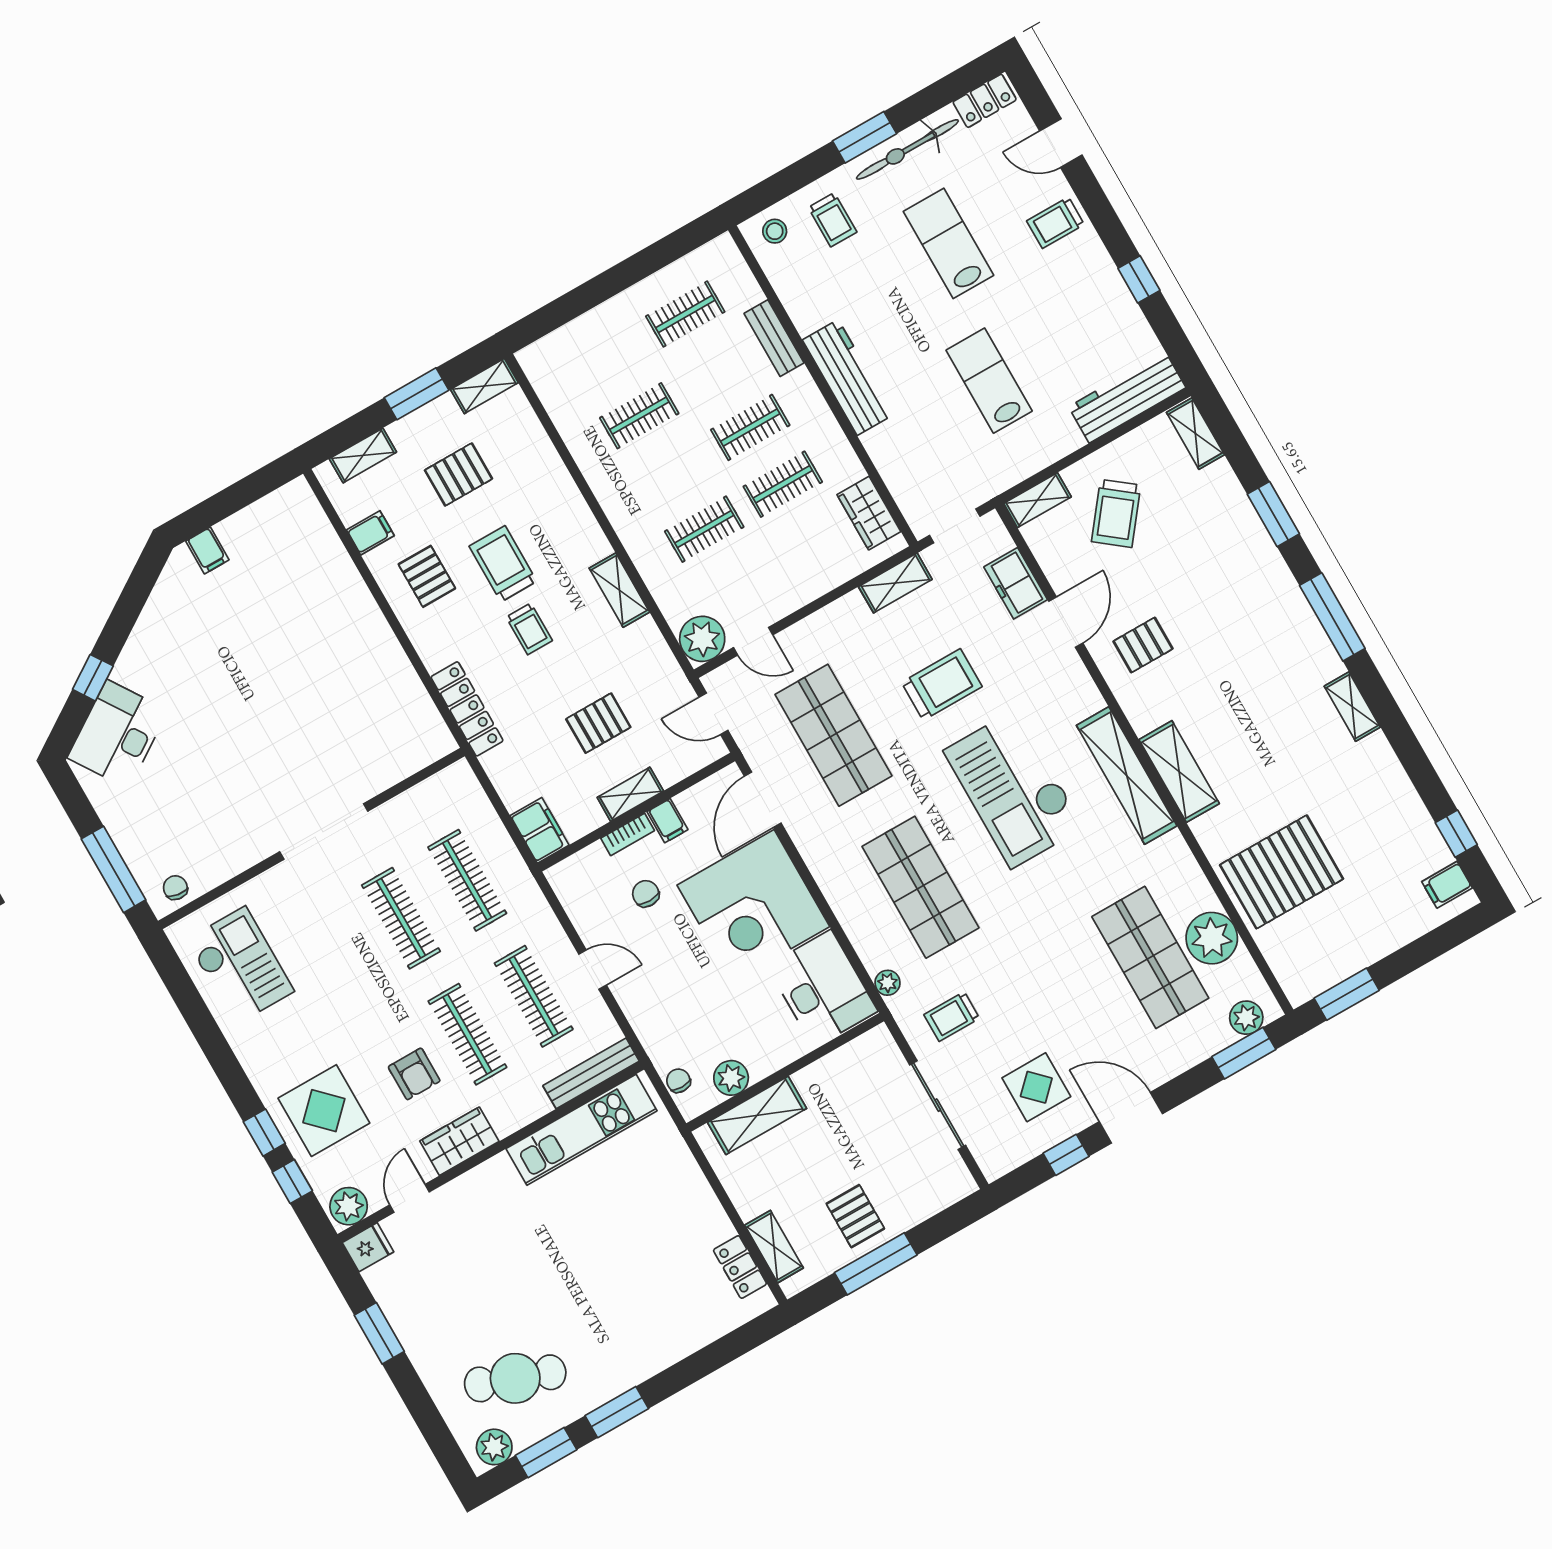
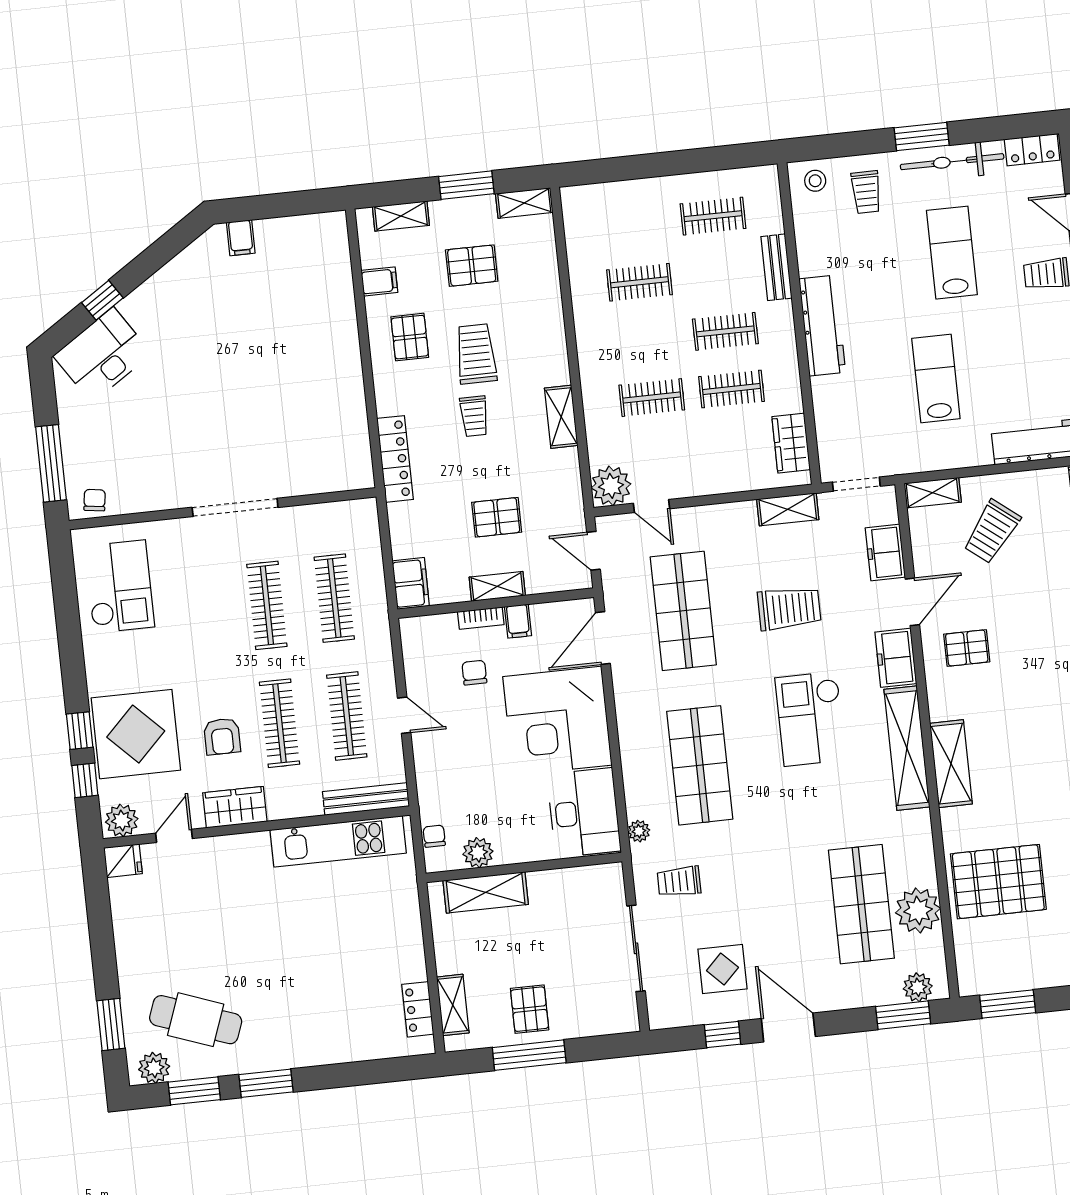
freezer: (1074, 687) -> (896, 658), added
checkout: (1014, 789) -> (810, 719), width x0.73, depth x0.83
display table: (324, 1111) -> (136, 734), width x1.36, depth x1.36
window: (379, 1333) -> (111, 1025), moved

